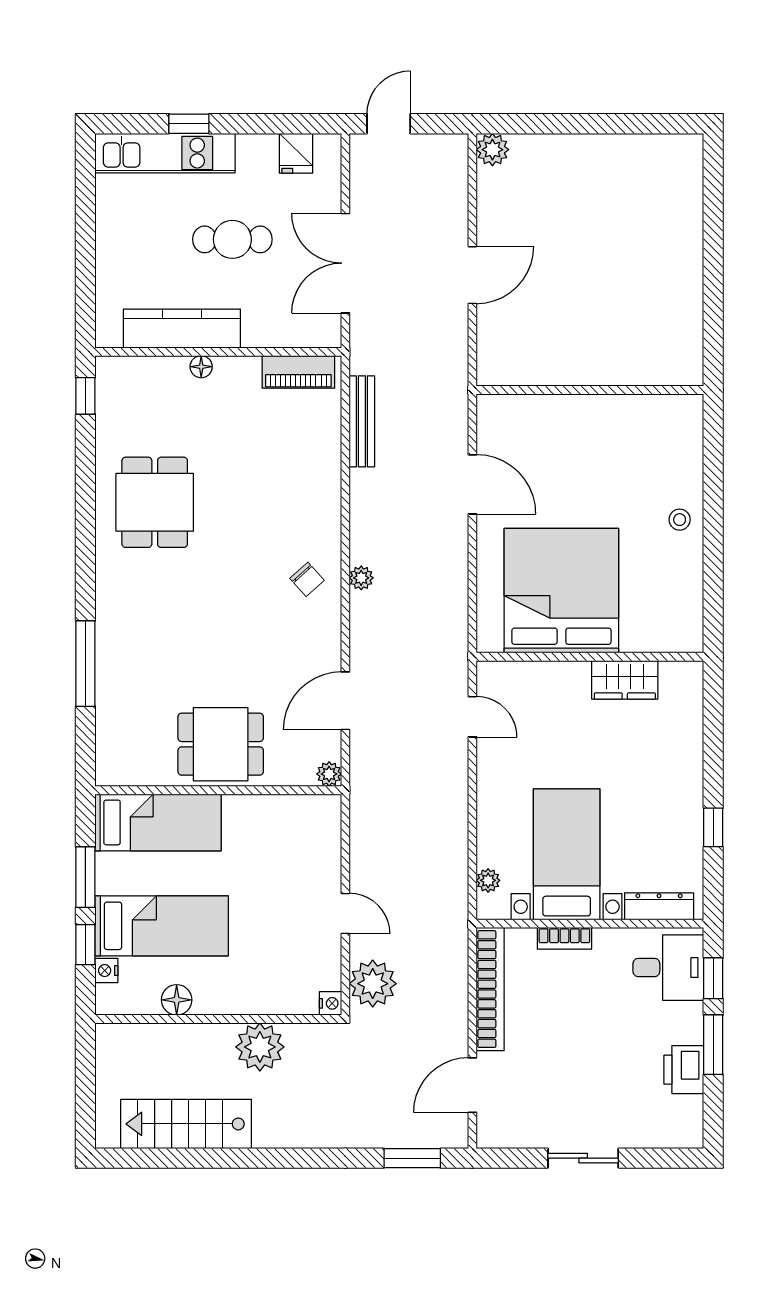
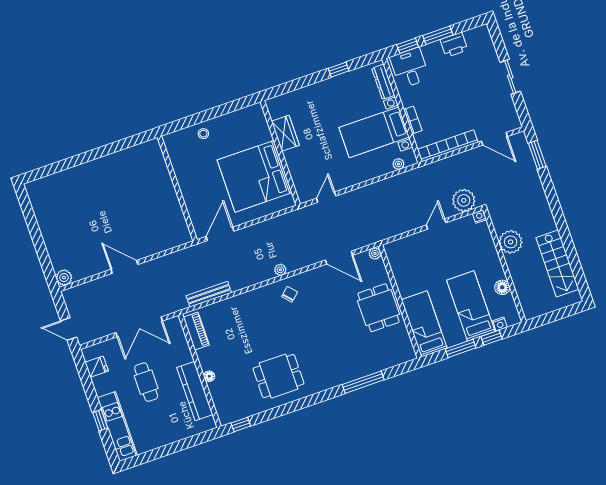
wall: (590, 390) -> (177, 189), moved

